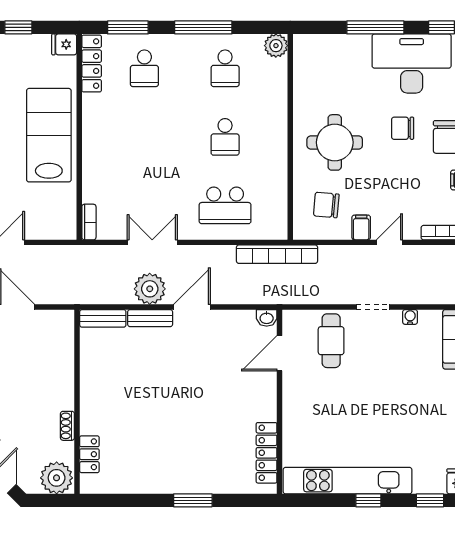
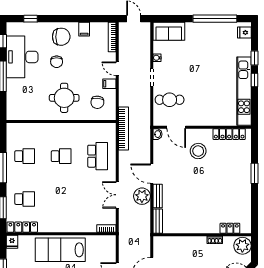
plant: (276, 46) -> (13, 129), removed
stool: (235, 394) -> (198, 151), added
window: (430, 500) -> (254, 58), moved

